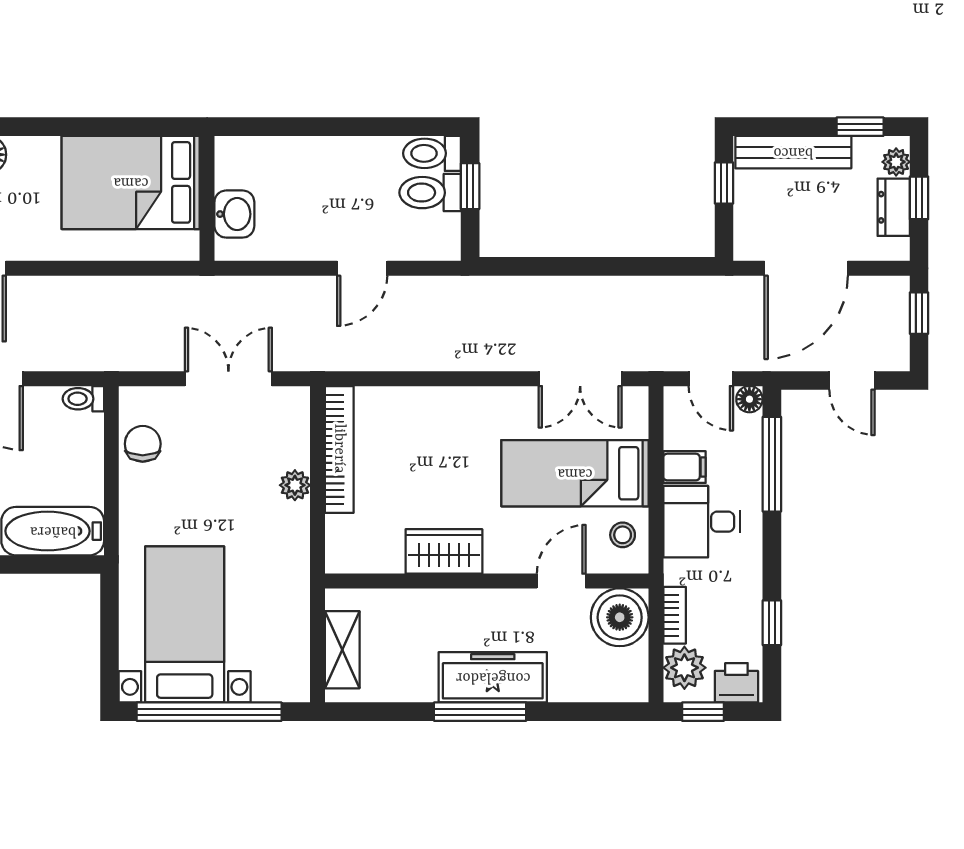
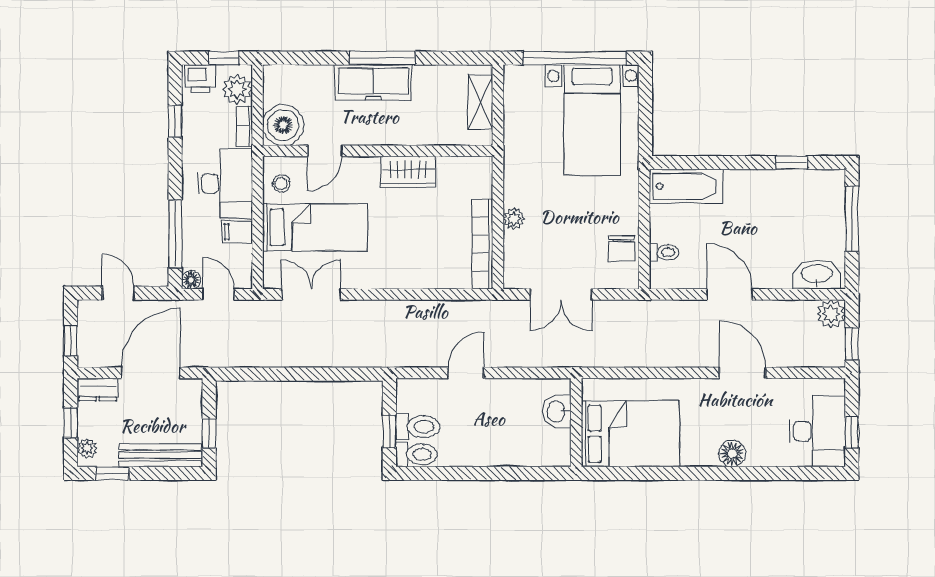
dresser: (894, 207) -> (98, 389), moved, turned 90
toilet: (83, 399) -> (664, 252), moved
desk: (702, 522) -> (225, 183), width x1.37

